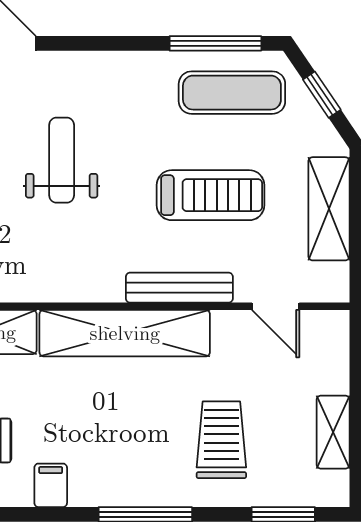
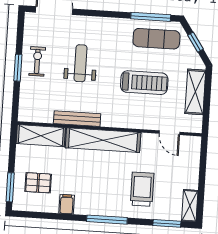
bench: (179, 288) -> (77, 119), moved
shelving: (333, 432) -> (190, 206), moved

